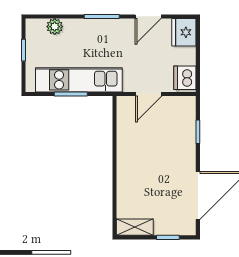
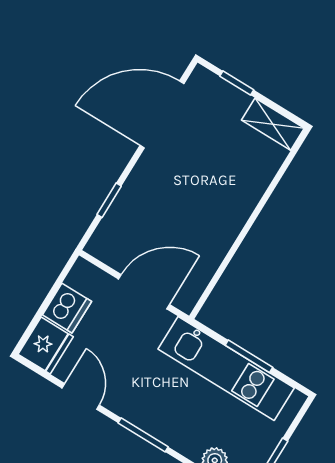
door: (148, 16) -> (81, 397), hinge flipped
dishwasher: (185, 78) -> (67, 308), moved
door: (149, 94) -> (144, 292), width x1.38

